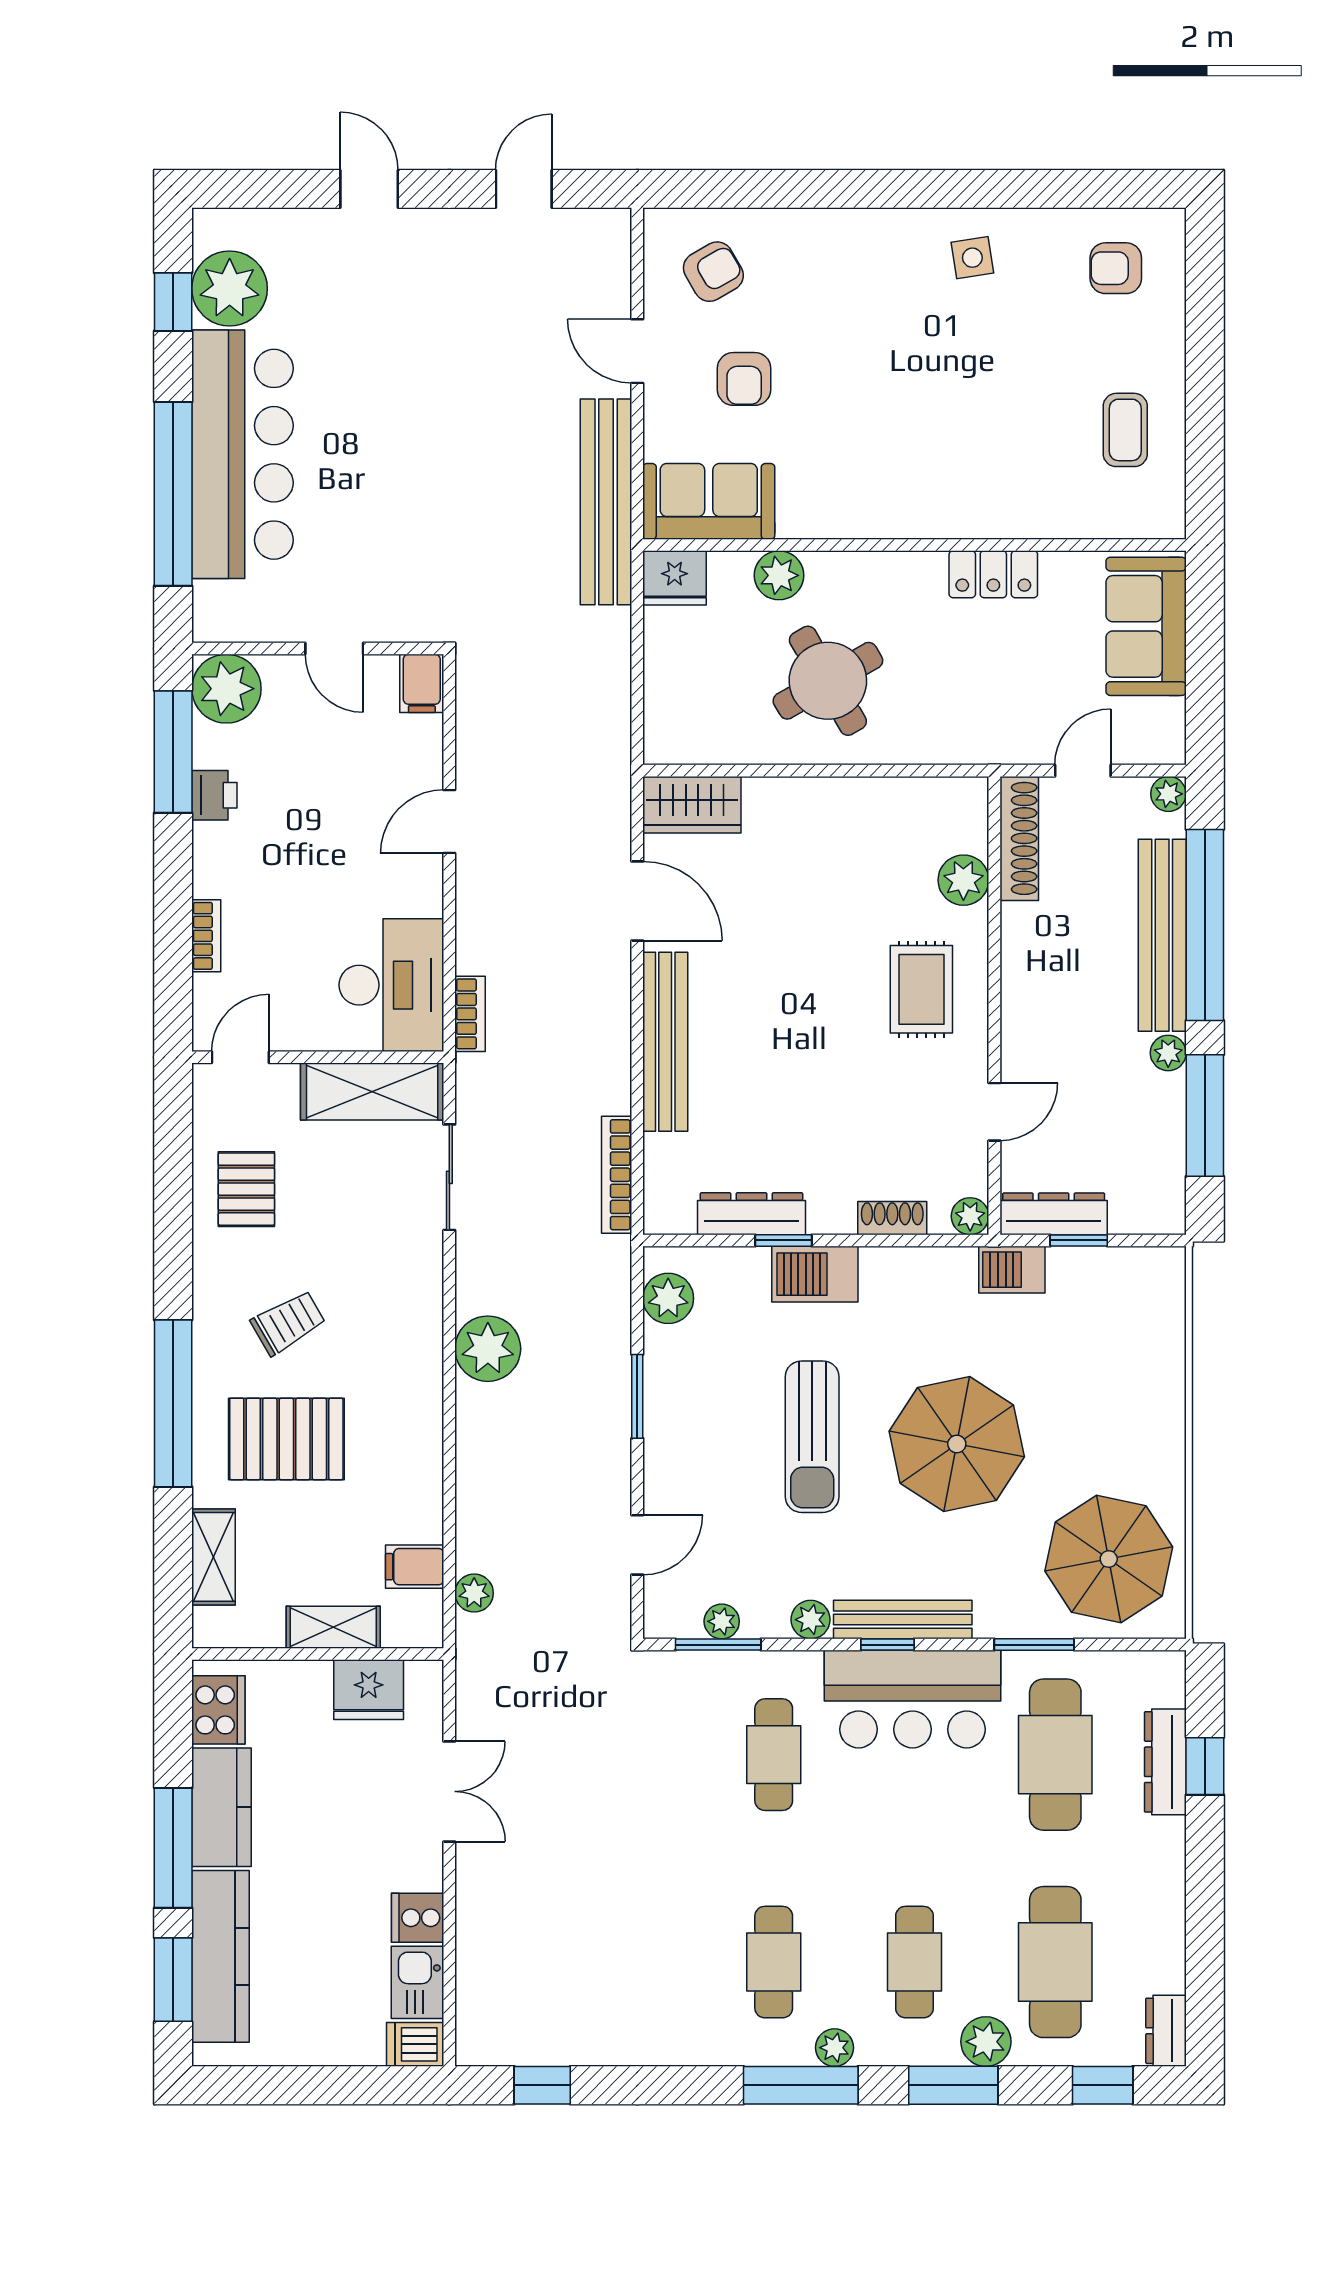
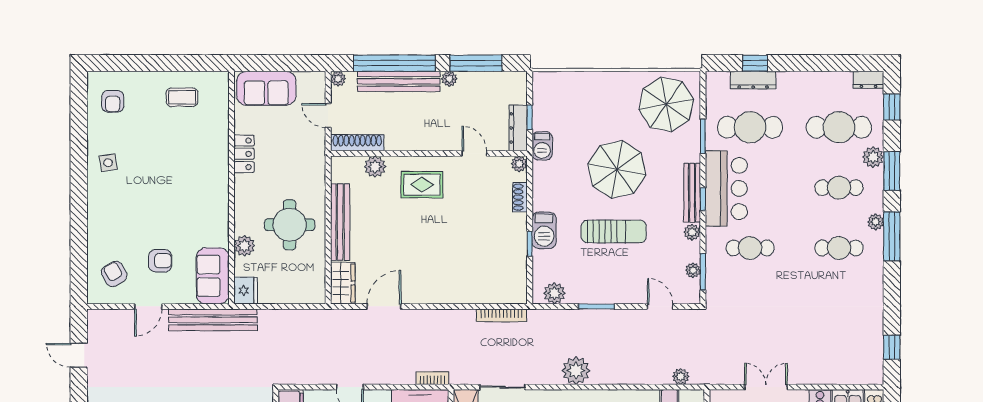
round table: (828, 681) -> (290, 225), turned 30
bench: (665, 1042) -> (340, 222), moved, turned 90
dresser: (752, 1214) -> (518, 258), removed

